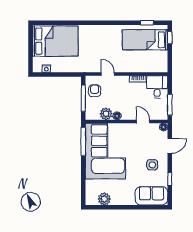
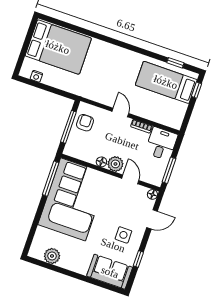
door: (108, 74) -> (120, 112), moved
plant: (106, 114) -> (115, 164), moved

